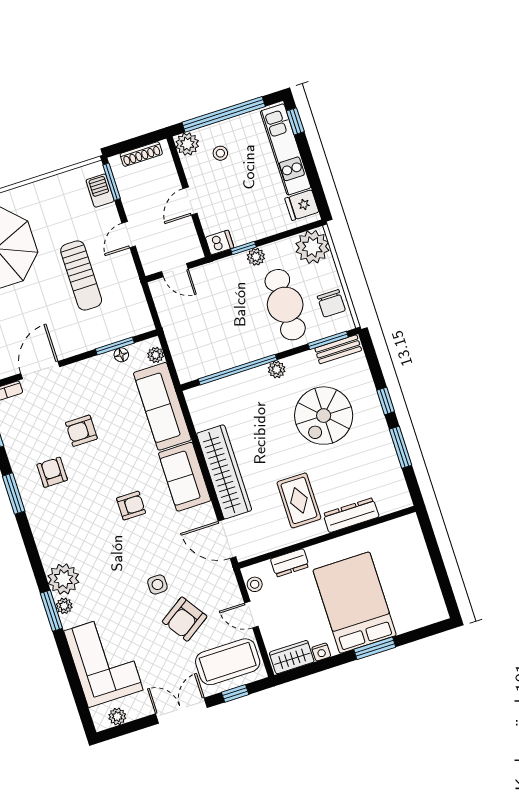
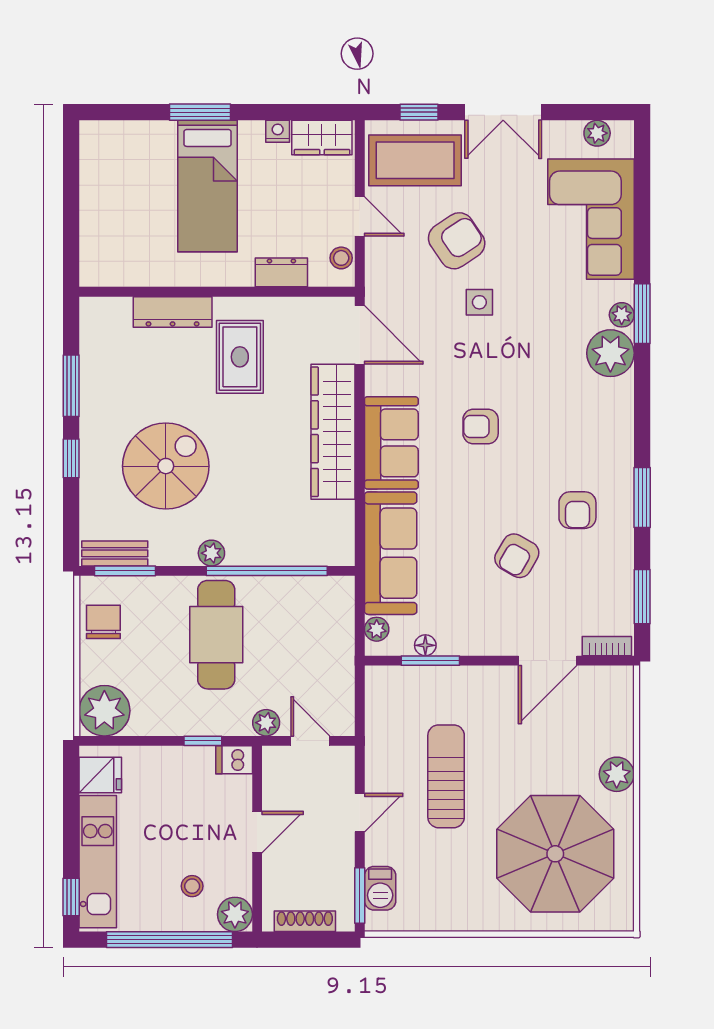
plant: (256, 257) -> (266, 723), moved
cafe table: (285, 305) -> (216, 635), moved
armchair: (81, 431) -> (517, 556), turned 120
bed: (355, 603) -> (208, 186), width x0.67

